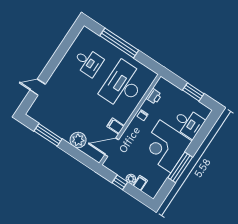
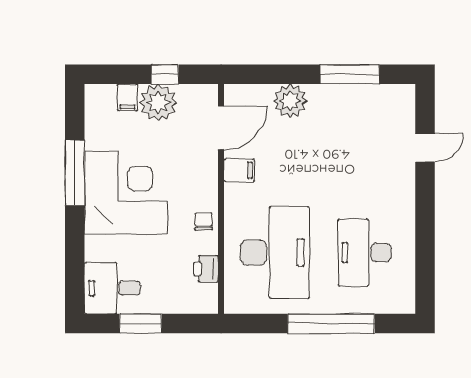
desk: (88, 62) -> (365, 252), width x1.37
desk: (188, 123) -> (112, 288), moved
plant: (131, 179) -> (158, 103), width x1.88, depth x1.88

